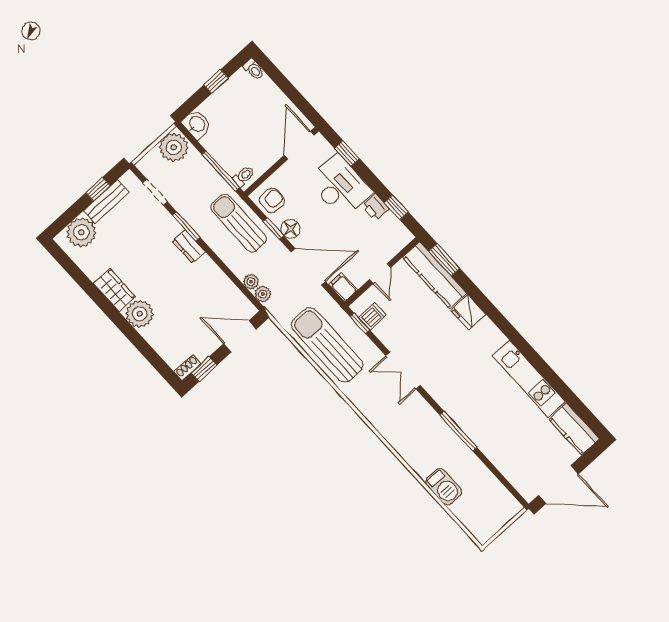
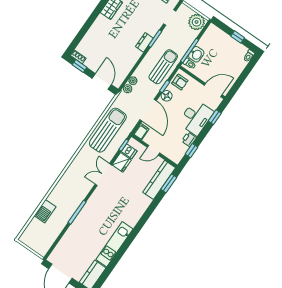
washbasin: (197, 124) -> (196, 54), moved
fridge: (468, 312) -> (122, 162), moved, turned 180
plant: (140, 314) -> (102, 24), removed

